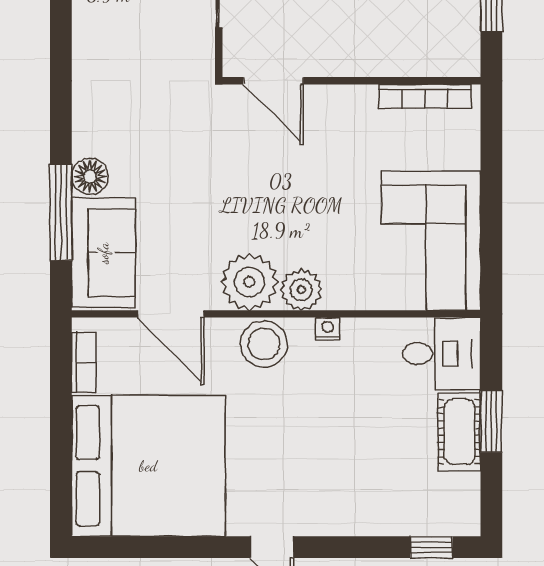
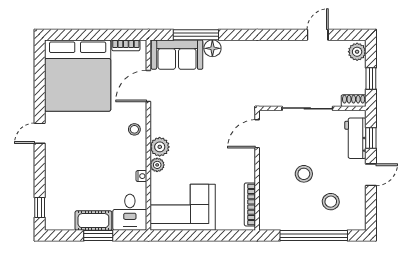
plant: (249, 282) -> (157, 165), moved, width x0.53, depth x0.53
nightstand: (328, 329) -> (141, 176), moved
stool: (264, 344) -> (134, 129), width x0.53, depth x0.53

